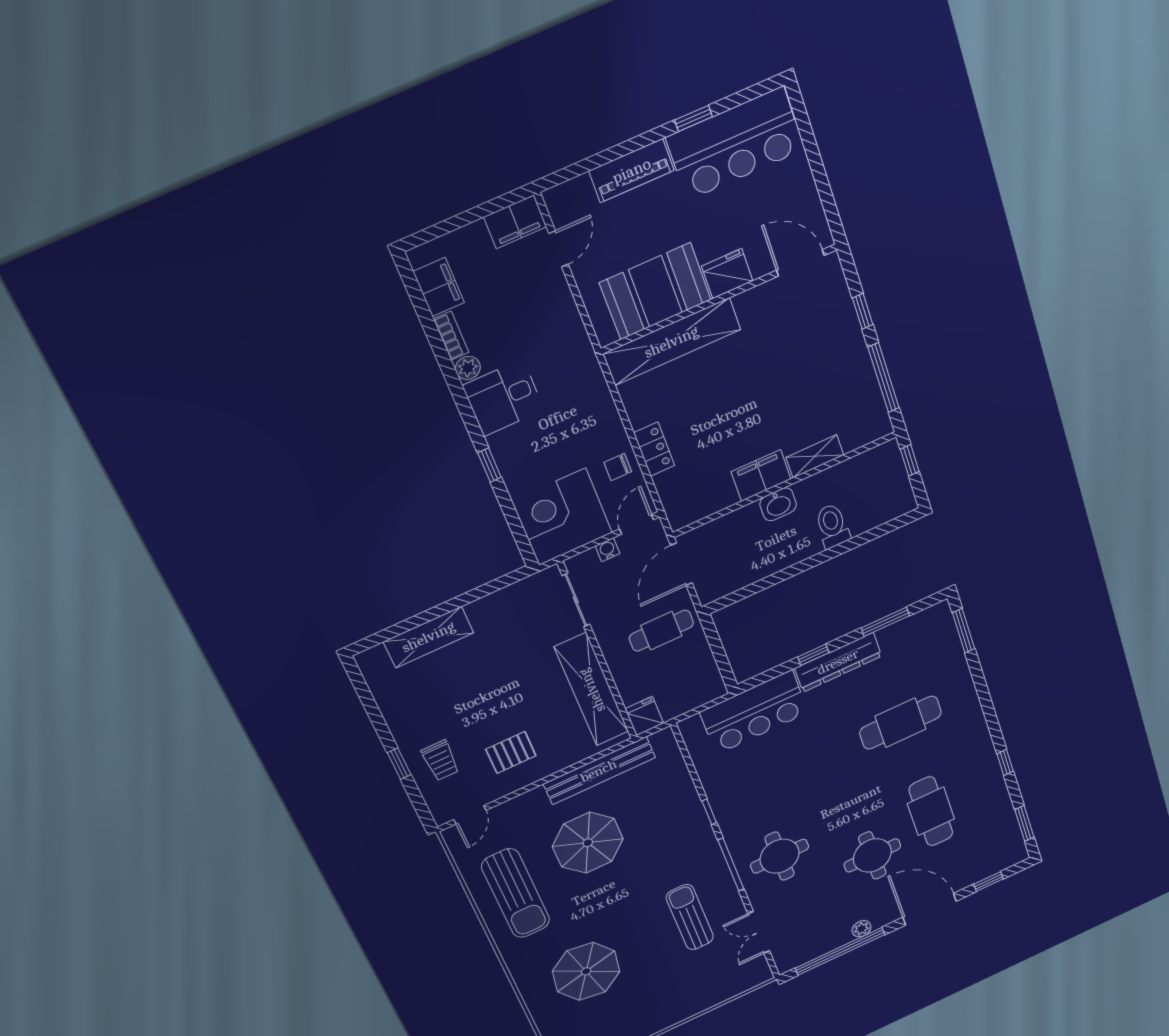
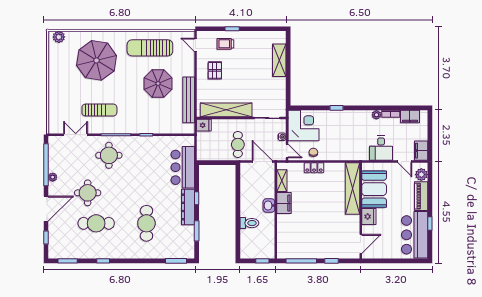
plant: (576, 194) -> (421, 175), added
desk: (503, 398) -> (381, 148), moved, turned 180
shelving: (815, 456) -> (282, 181), moved
parasol: (586, 971) -> (97, 60), width x1.36, depth x1.36

